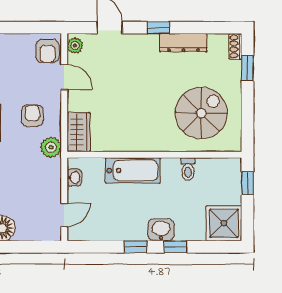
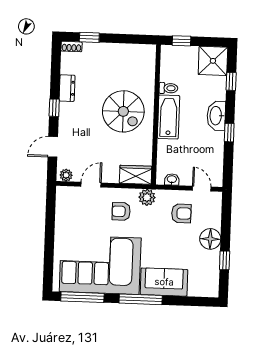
dresser: (183, 43) -> (67, 88), width x0.70
armchair: (47, 51) -> (181, 213), moved
spiral stairs: (201, 113) -> (123, 111), moved, turned 180
bathtub: (133, 170) -> (169, 117), moved
washbasin: (161, 230) -> (216, 116), width x1.38
window: (175, 247) -> (231, 81), moved

